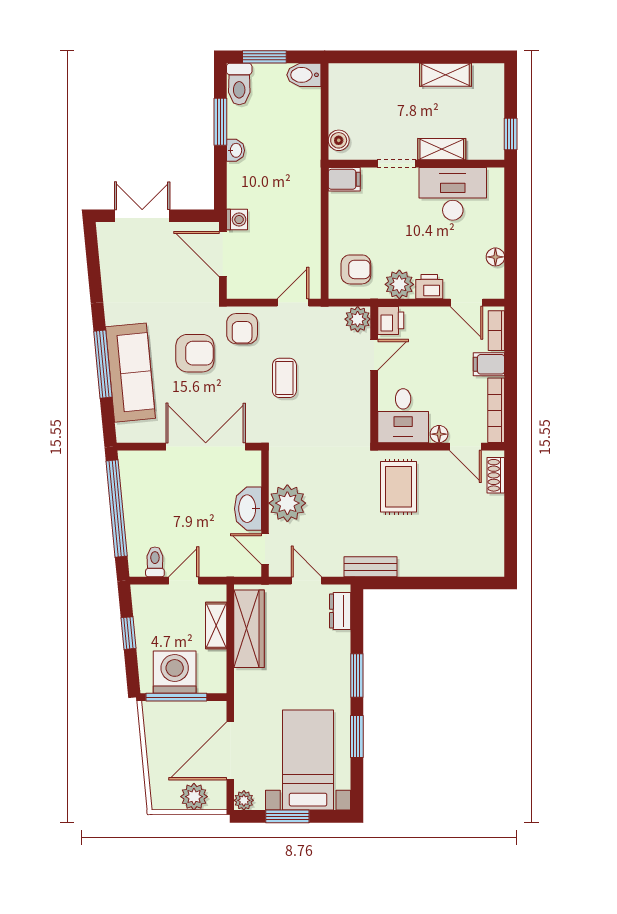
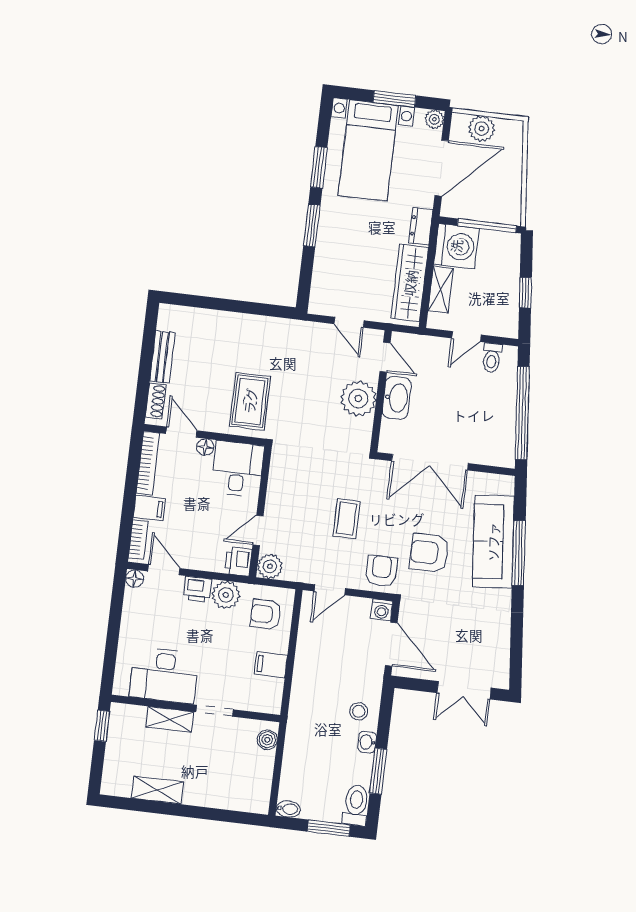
bidet: (304, 75) -> (288, 809), width x0.72, depth x0.74
filing cabinet: (344, 179) -> (271, 665), moved
stool: (248, 181) -> (359, 711), added
washing machine: (237, 220) -> (382, 610), moved, turned -90
floor lamp: (495, 257) -> (135, 579), moved
bench: (370, 567) -> (162, 357), moved, turned 90
dresser: (340, 611) -> (421, 226), moved, turned 180
washing machine: (175, 672) -> (456, 246), moved, turned -90

